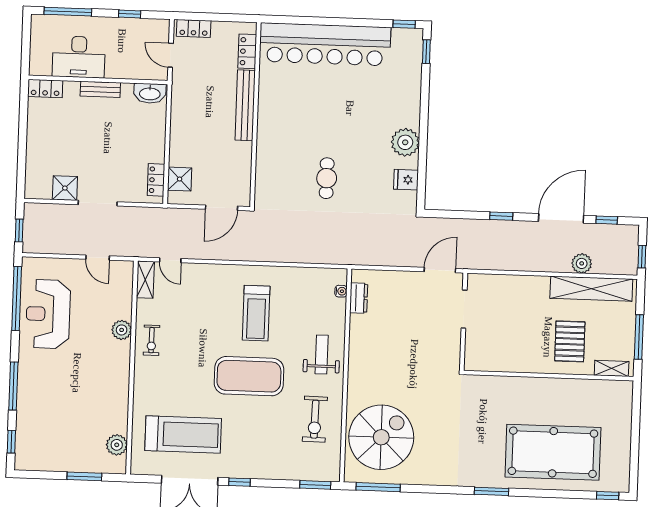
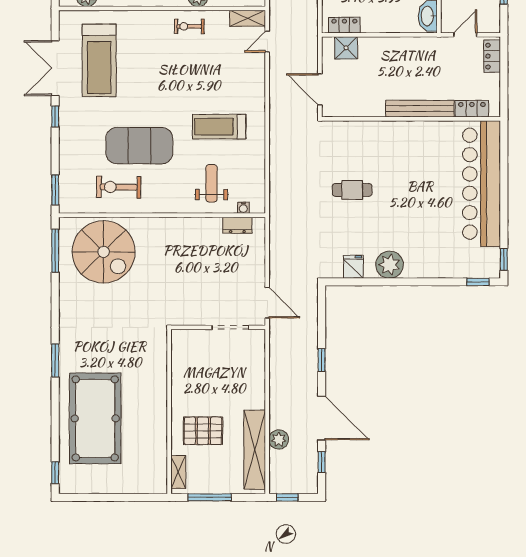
weight bench: (322, 355) -> (211, 183), moved, turned -90
exercise mat: (249, 376) -> (139, 146), moved, turned 90

